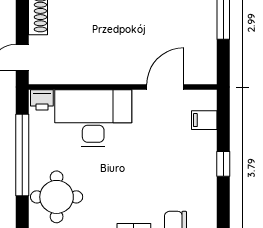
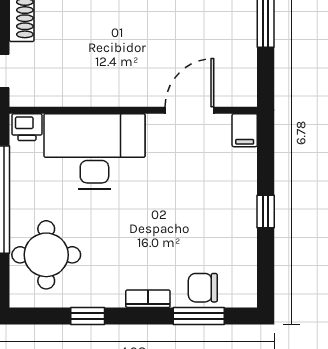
filing cabinet: (204, 120) -> (245, 130), moved, turned -90

